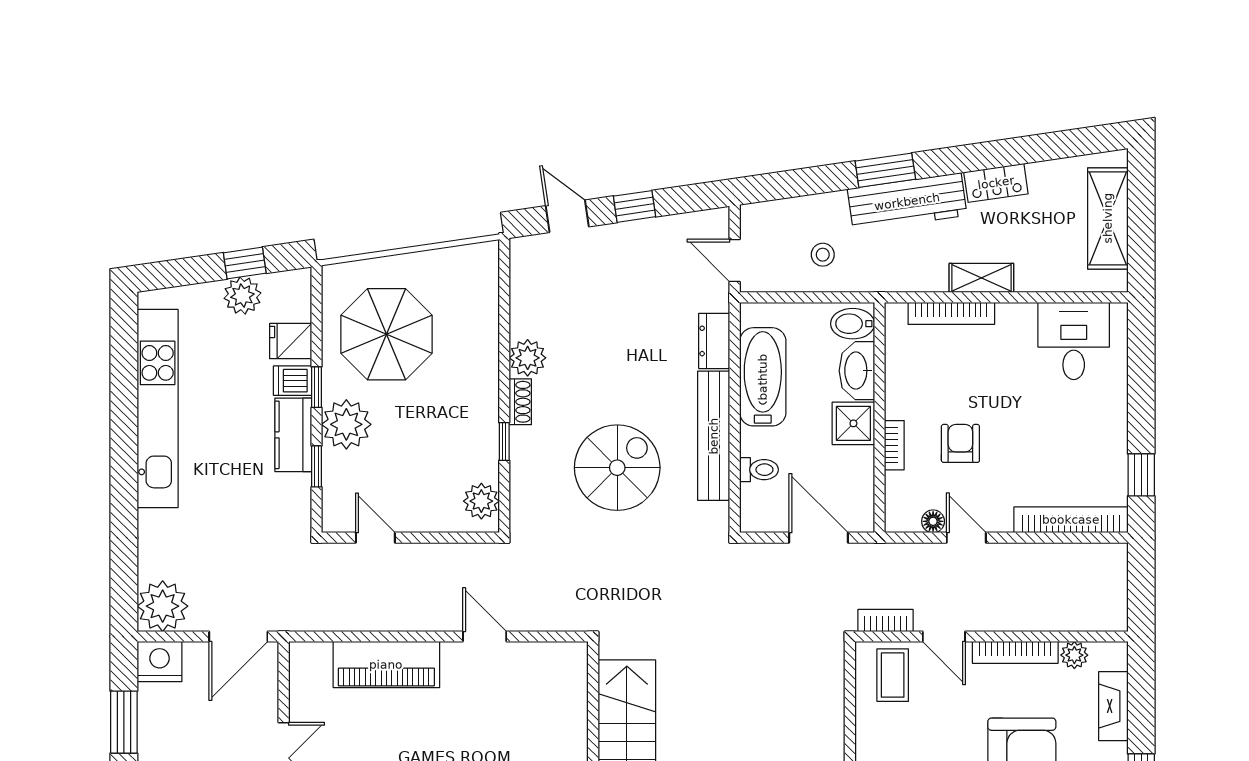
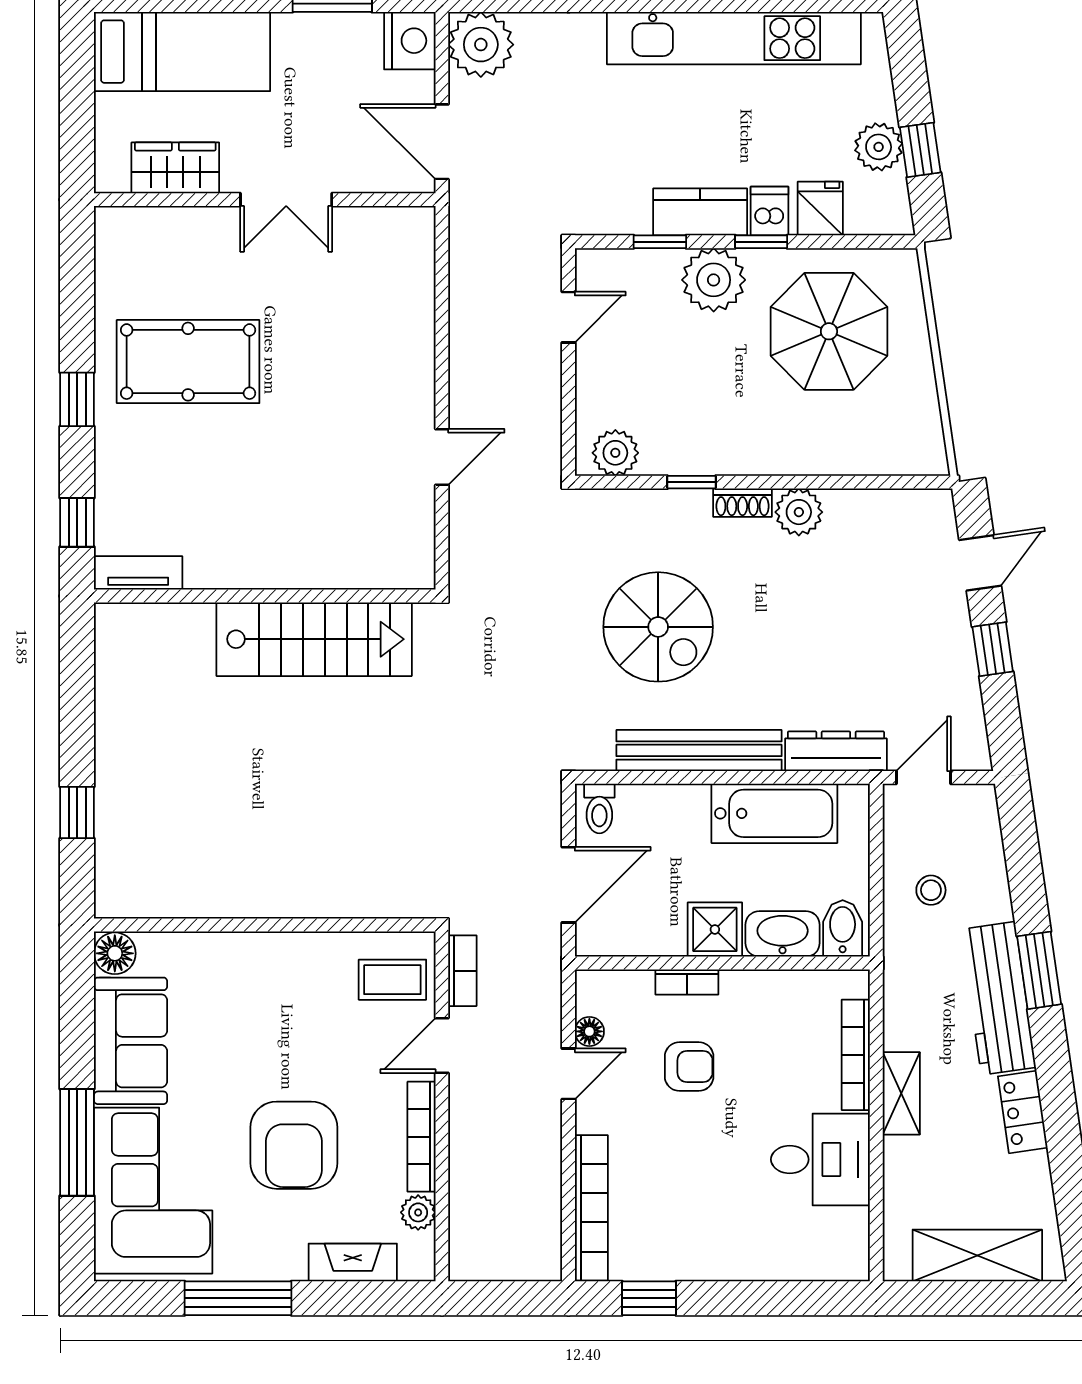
dresser: (714, 341) -> (836, 751), width x1.44
desk: (1074, 341) -> (820, 1159), moved
toilet: (759, 470) -> (599, 809), moved
piano: (386, 665) -> (406, 331), removed

